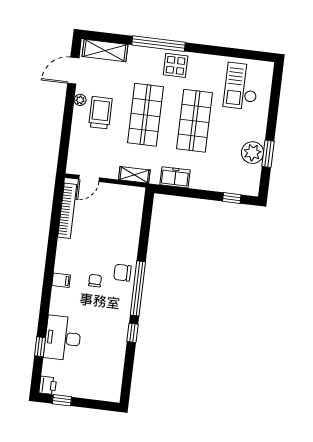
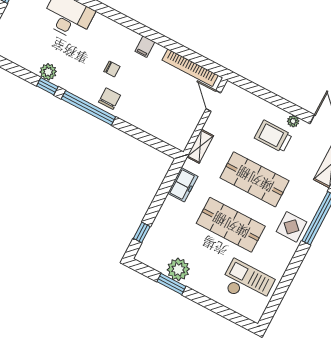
trolley: (100, 113) -> (273, 136), turned 180
filing cabinet: (61, 280) -> (145, 47), moved
plant: (119, 337) -> (48, 72), added

